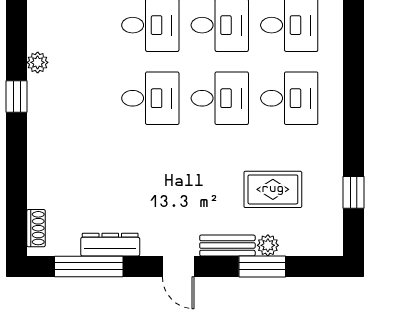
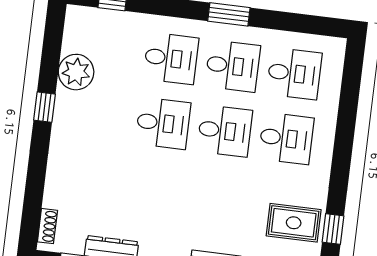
plant: (38, 62) -> (76, 72), width x1.88, depth x1.88
rug: (273, 189) -> (294, 223), moved

